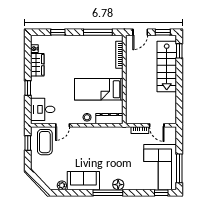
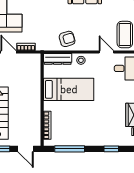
door: (140, 32) -> (26, 149), swing flipped
door: (63, 125) -> (106, 52), hinge flipped
armchair: (100, 138) -> (67, 39), added

